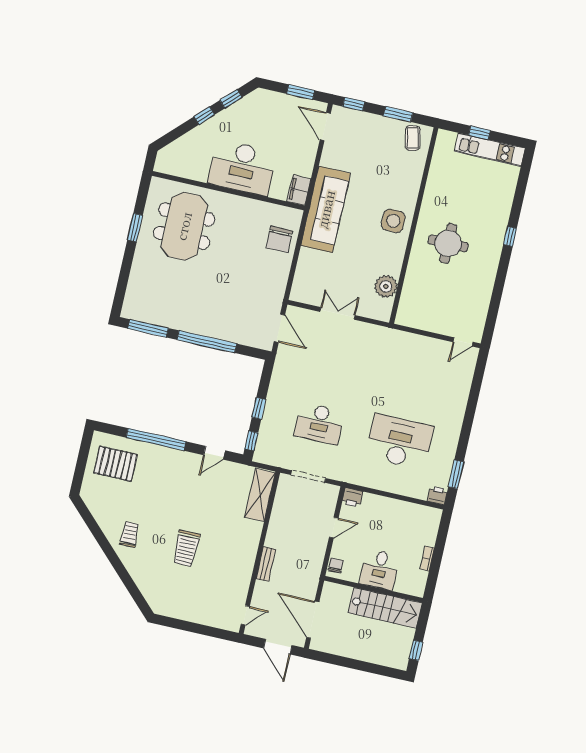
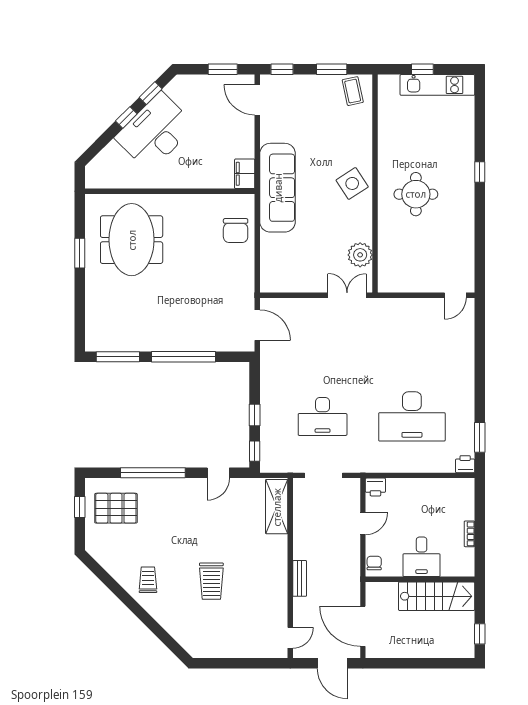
desk: (242, 168) -> (155, 132), moved, turned 135
side table: (393, 221) -> (352, 183), turned -33
double door: (338, 313) -> (347, 295), moved
desk: (399, 442) -> (412, 416), turned 180
window: (83, 455) -> (80, 507), added

